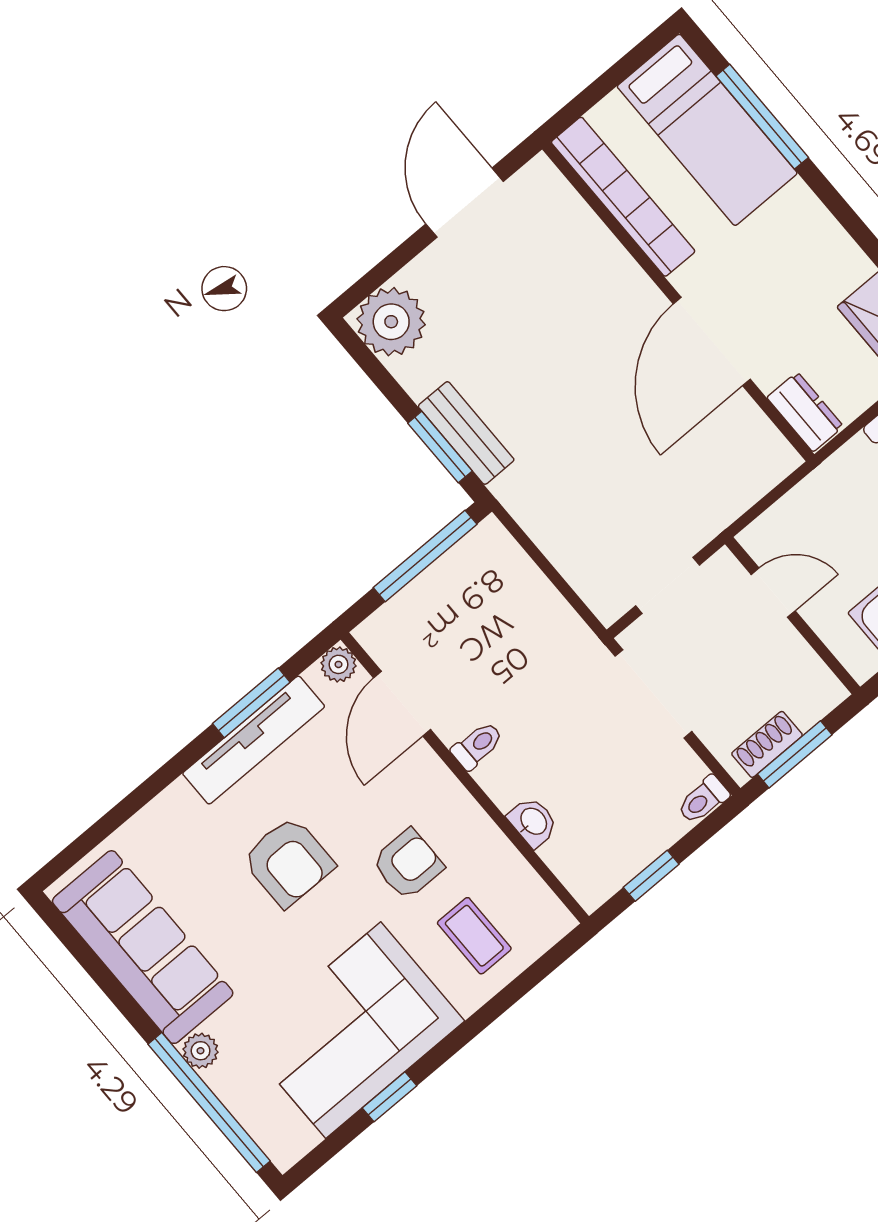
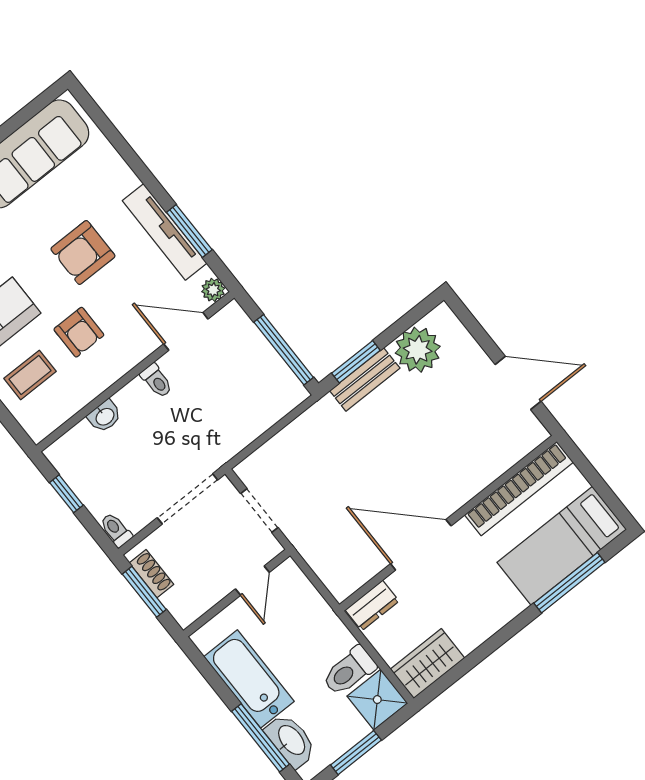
plant: (391, 322) -> (418, 350), moved

